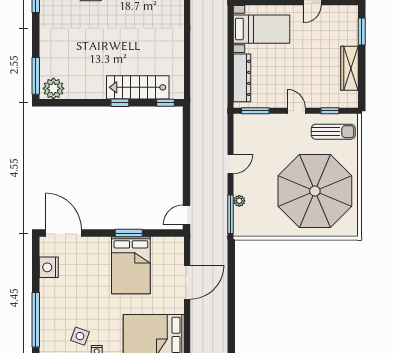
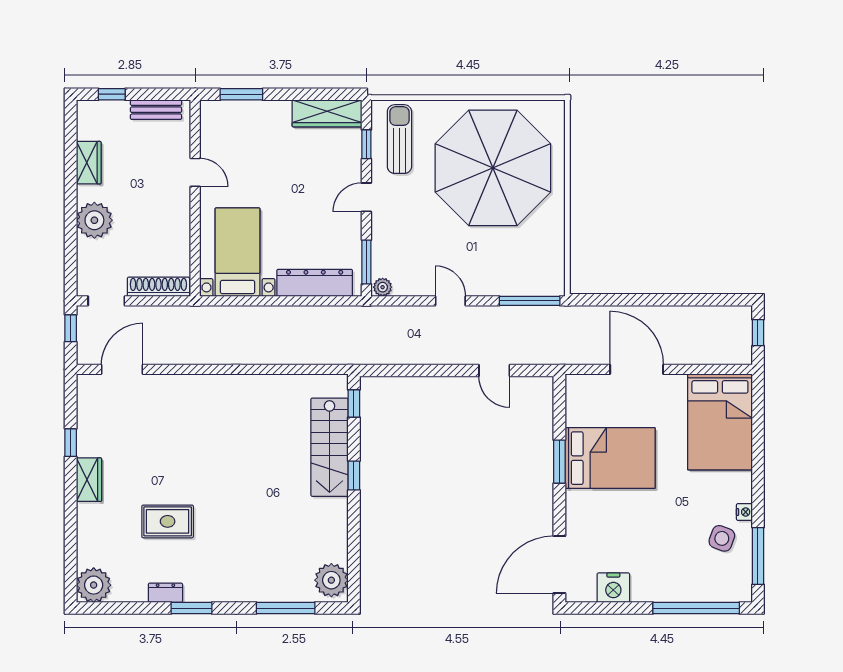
wardrobe: (349, 68) -> (327, 113), moved
window: (36, 76) -> (286, 608), moved
plant: (239, 201) -> (383, 287), moved
door: (186, 215) -> (494, 371), moved

